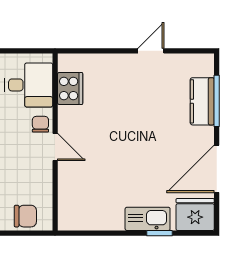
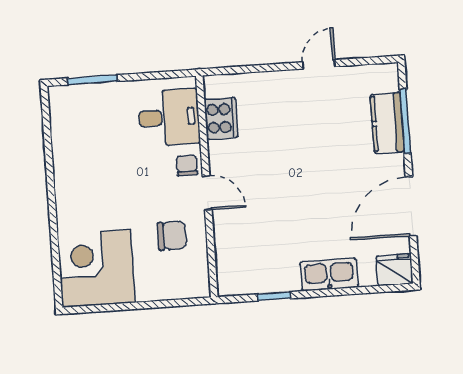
fridge: (195, 215) -> (395, 270), width x0.73, depth x0.75
chair: (25, 216) -> (172, 236), moved
window: (160, 233) -> (274, 296), moved

